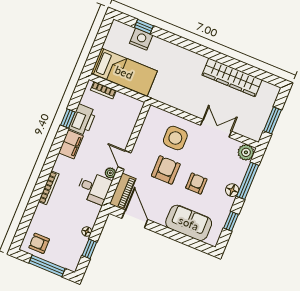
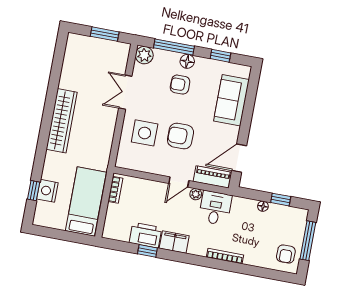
wardrobe: (232, 77) -> (62, 121), moved
bookcase: (103, 90) -> (115, 190), moved
armchair: (196, 184) -> (180, 85), moved

